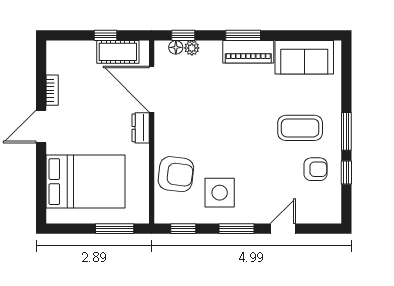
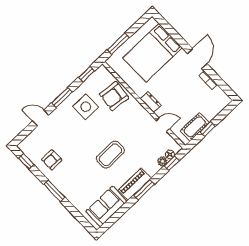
door: (152, 89) -> (163, 125), width x0.53
coffee table: (300, 128) -> (110, 155), moved
window: (346, 172) -> (26, 161), moved
door: (283, 229) -> (41, 118), swing flipped

